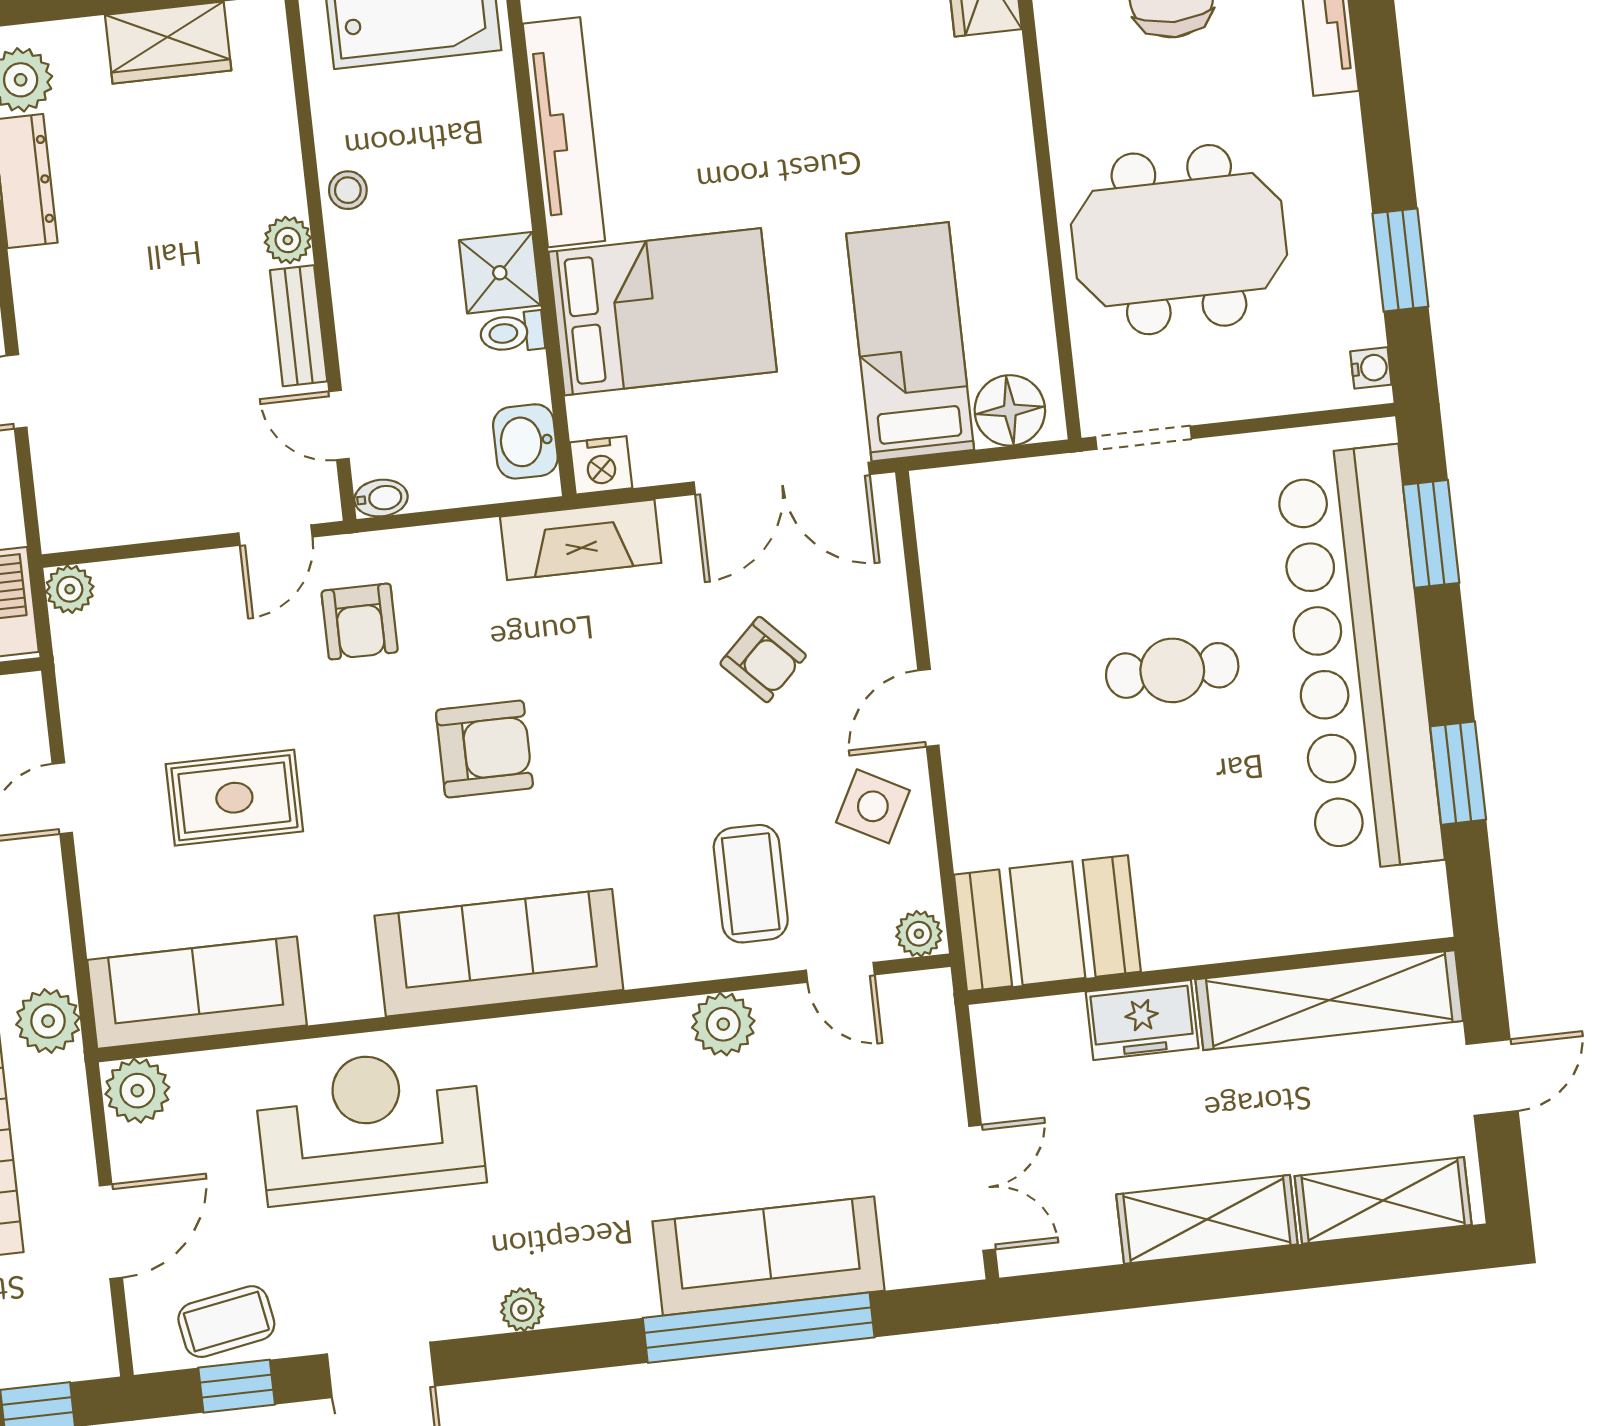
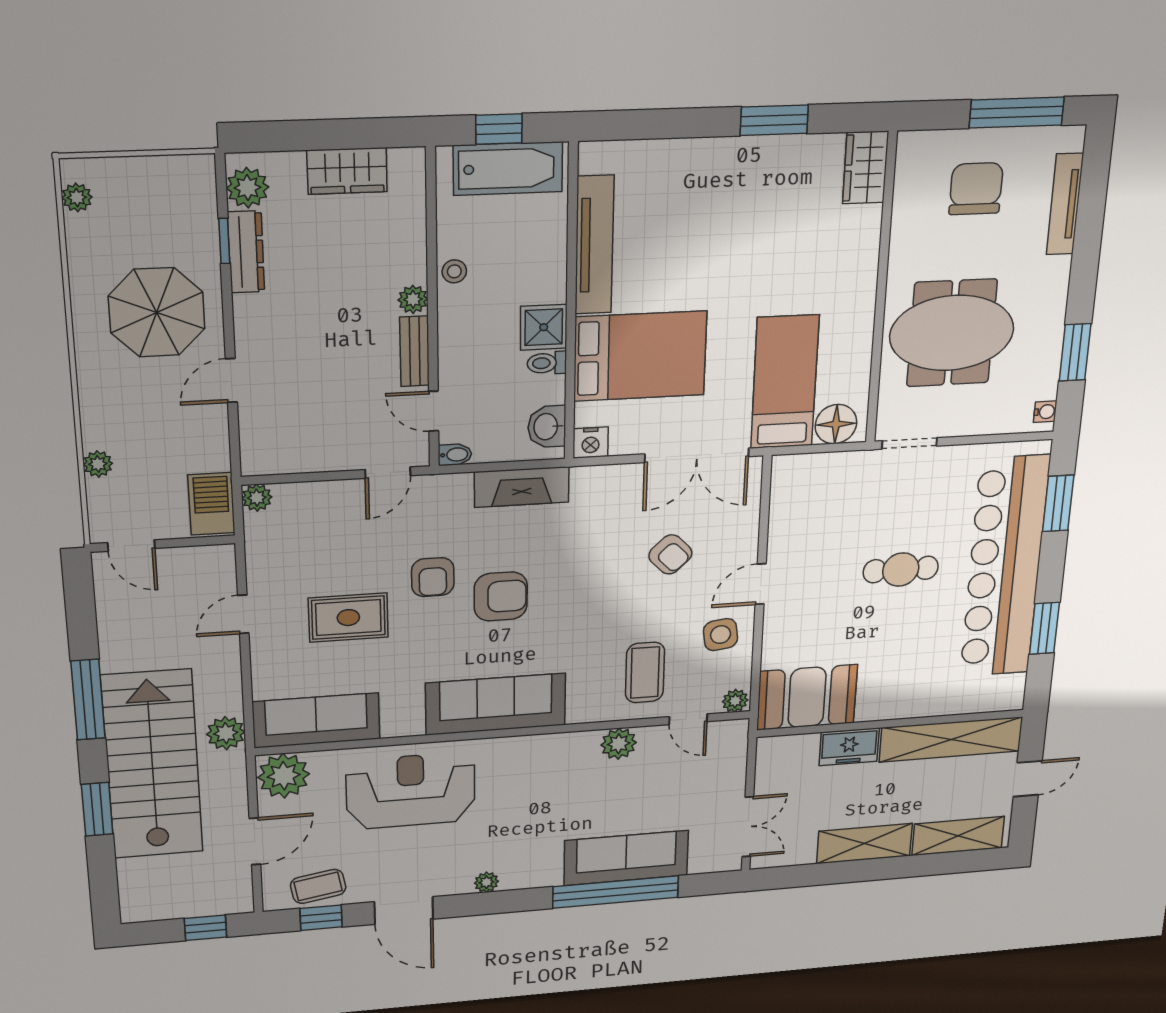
fireplace: (581, 540) -> (522, 487), moved
armchair: (360, 621) -> (433, 577), moved
side table: (873, 806) -> (721, 635), turned -36
plant: (137, 1091) -> (284, 776), width x1.36, depth x1.36

